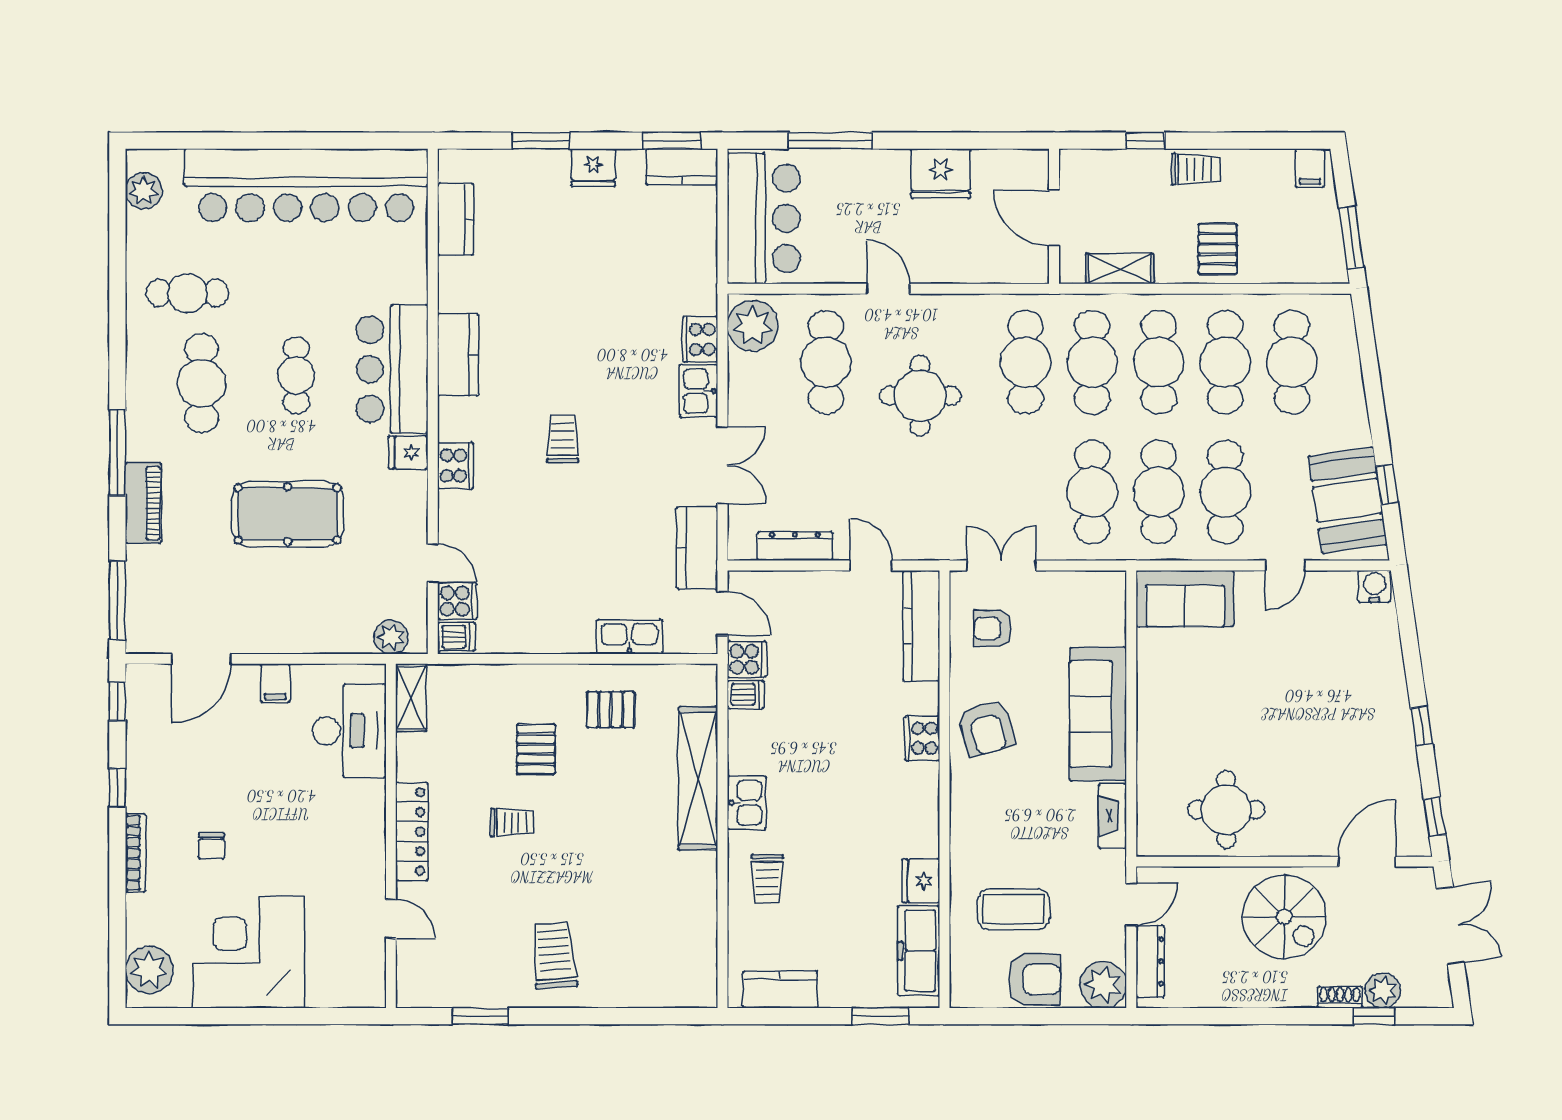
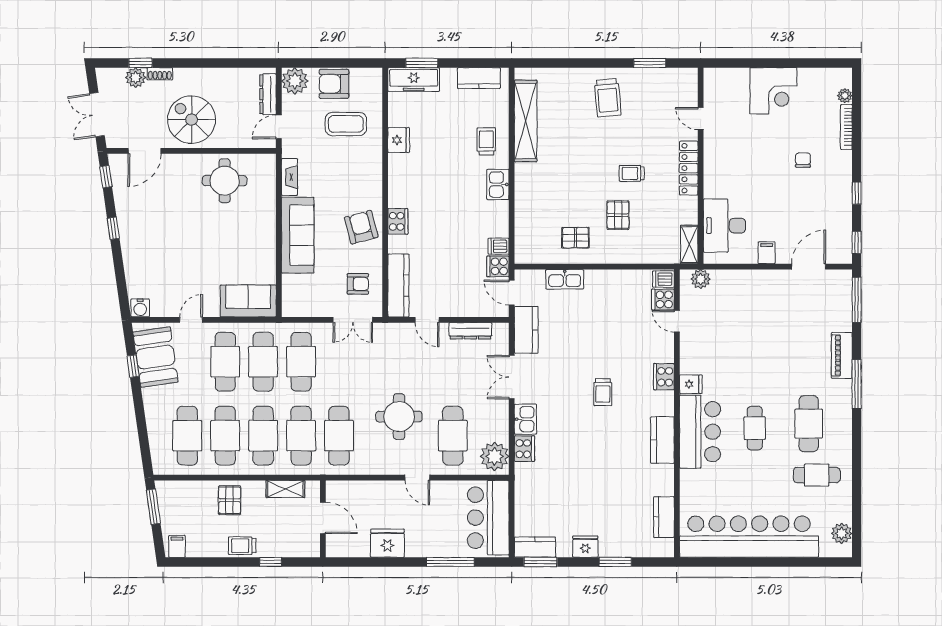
pool table: (288, 514) -> (760, 349), removed
shelving: (698, 778) -> (526, 121), moved
bookcase: (135, 853) -> (846, 127), moved
freezer: (919, 951) -> (414, 79), moved, turned 90
corner desk: (249, 953) -> (773, 91), width x0.74, depth x0.74
plant: (149, 970) -> (845, 96), width x0.53, depth x0.53

